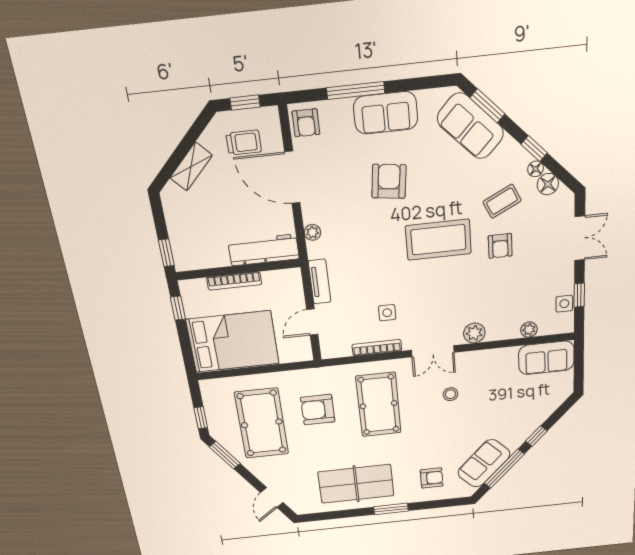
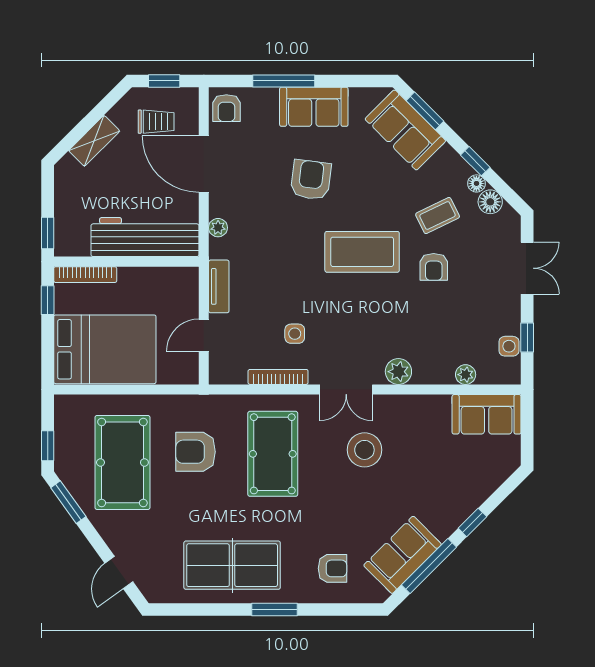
workbench: (264, 250) -> (145, 237), width x1.36, depth x1.32
bookcase: (234, 281) -> (85, 275), moved
stool: (450, 394) -> (364, 450), width x1.89, depth x1.89

